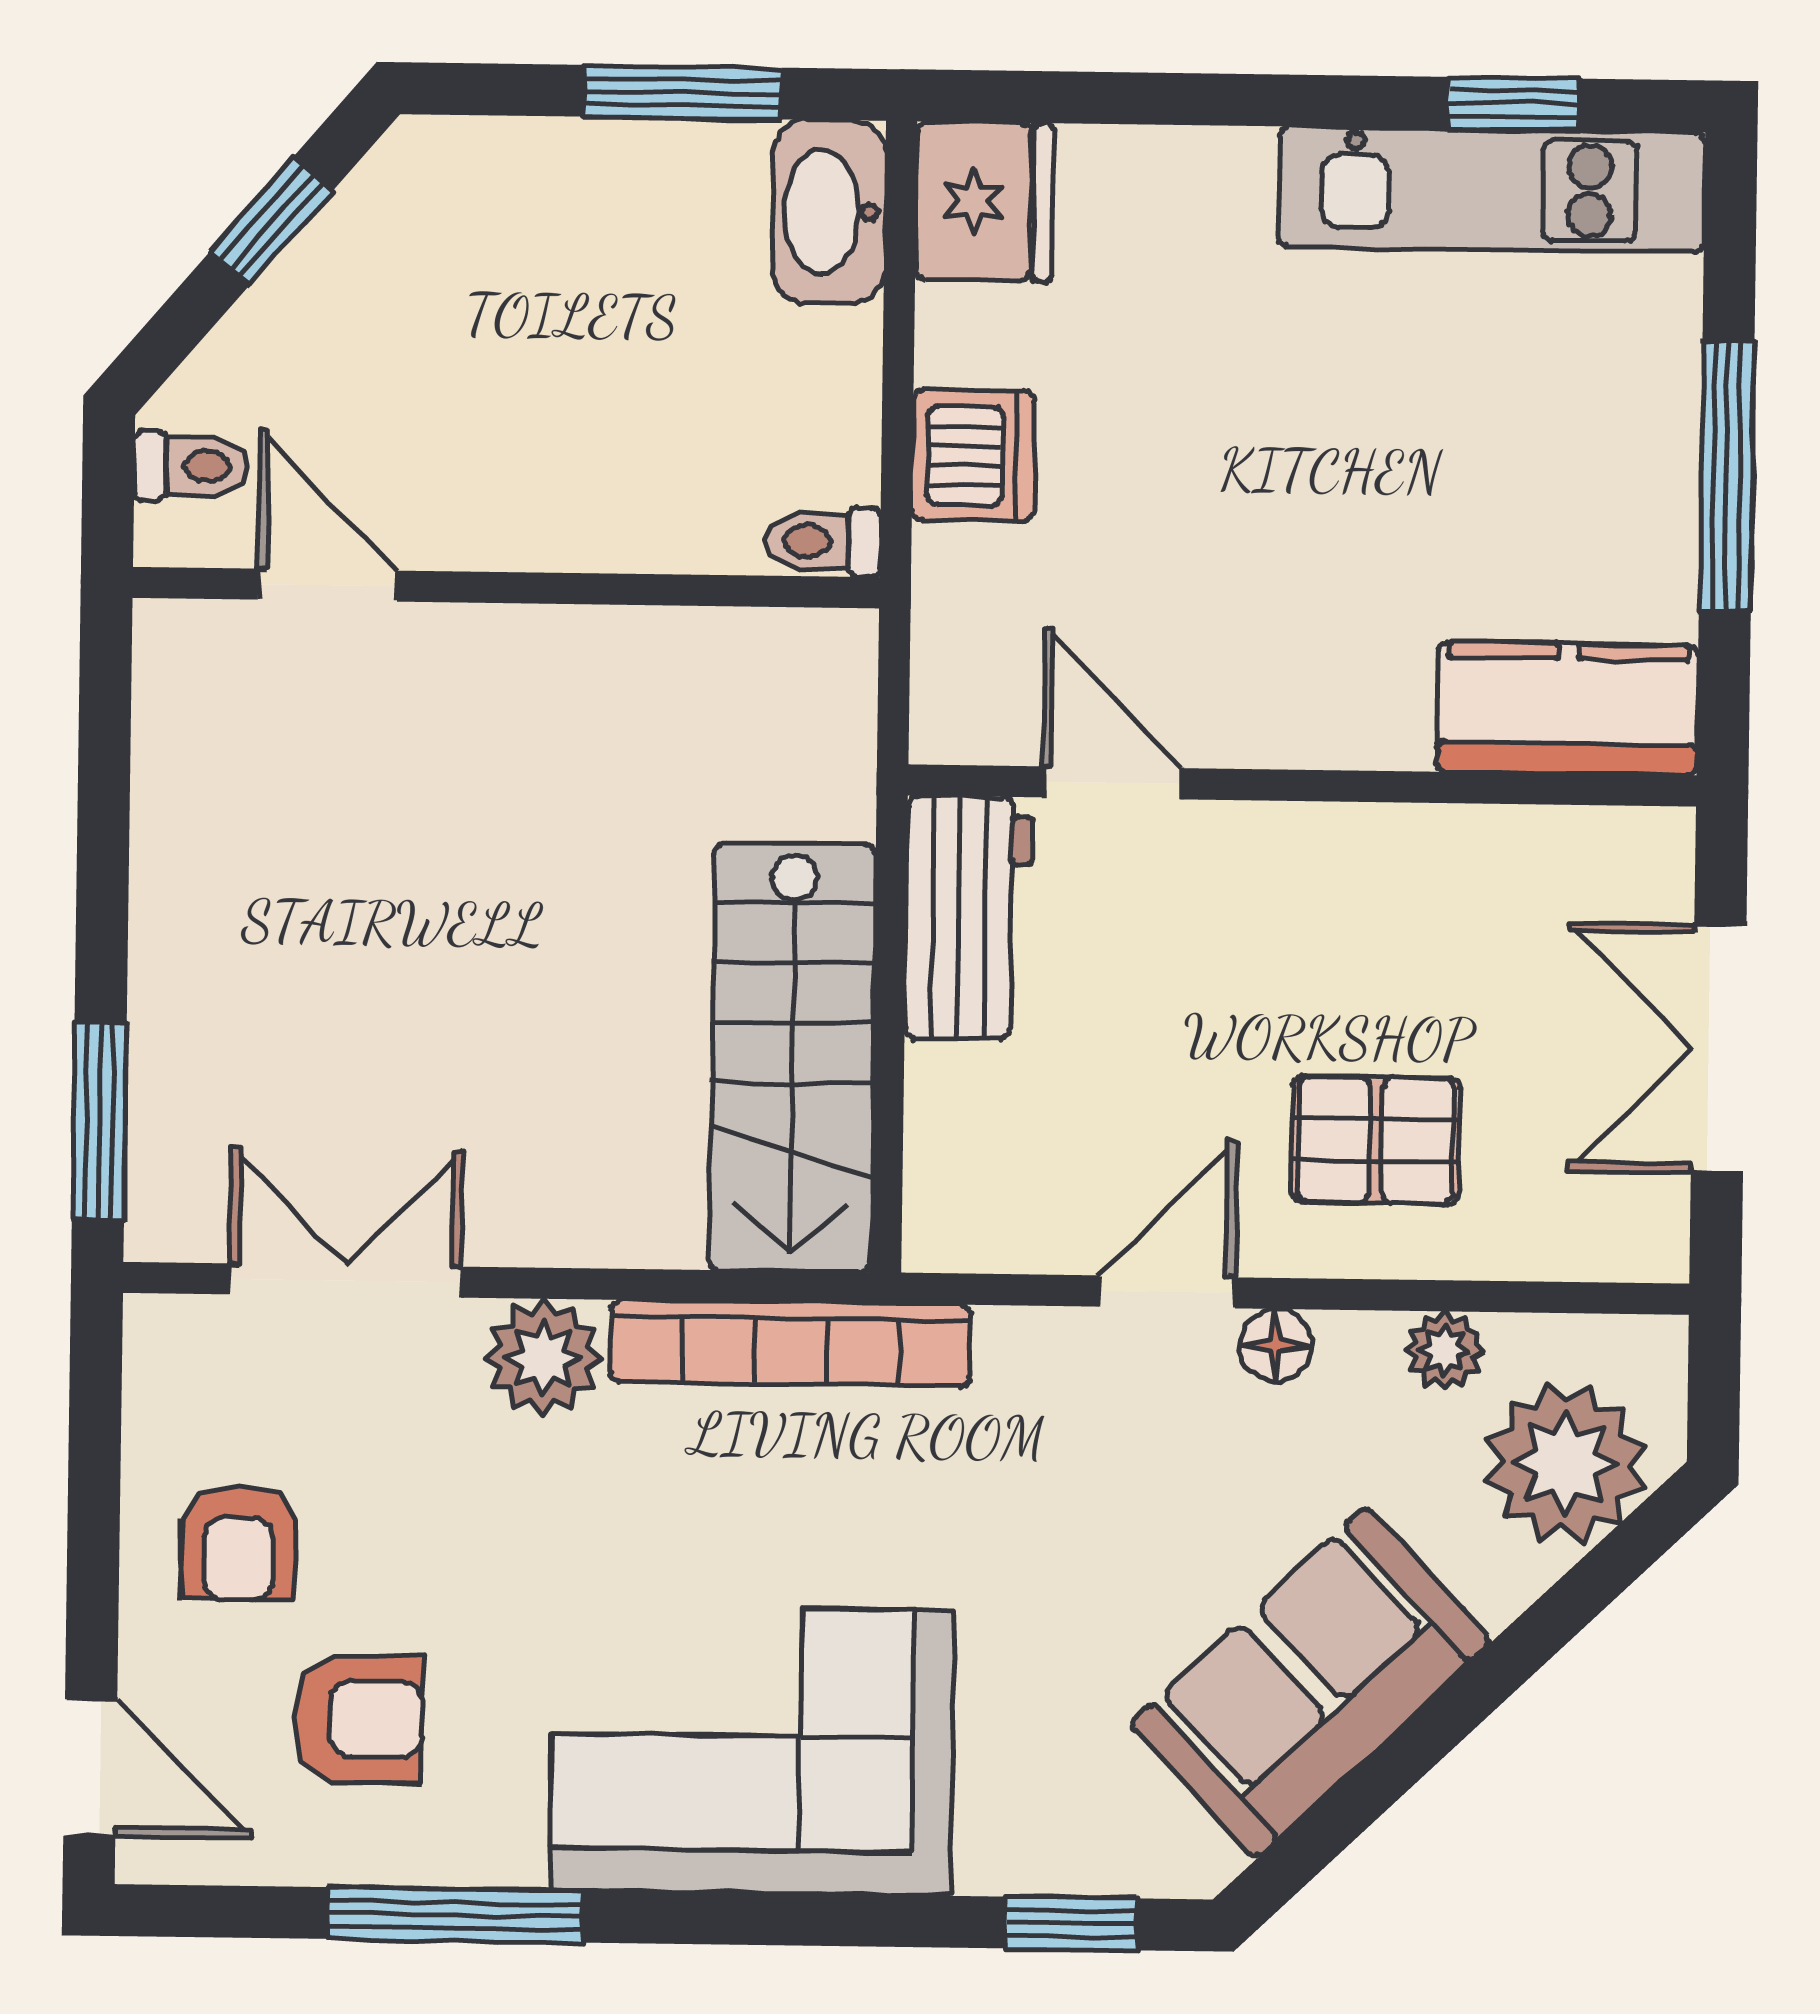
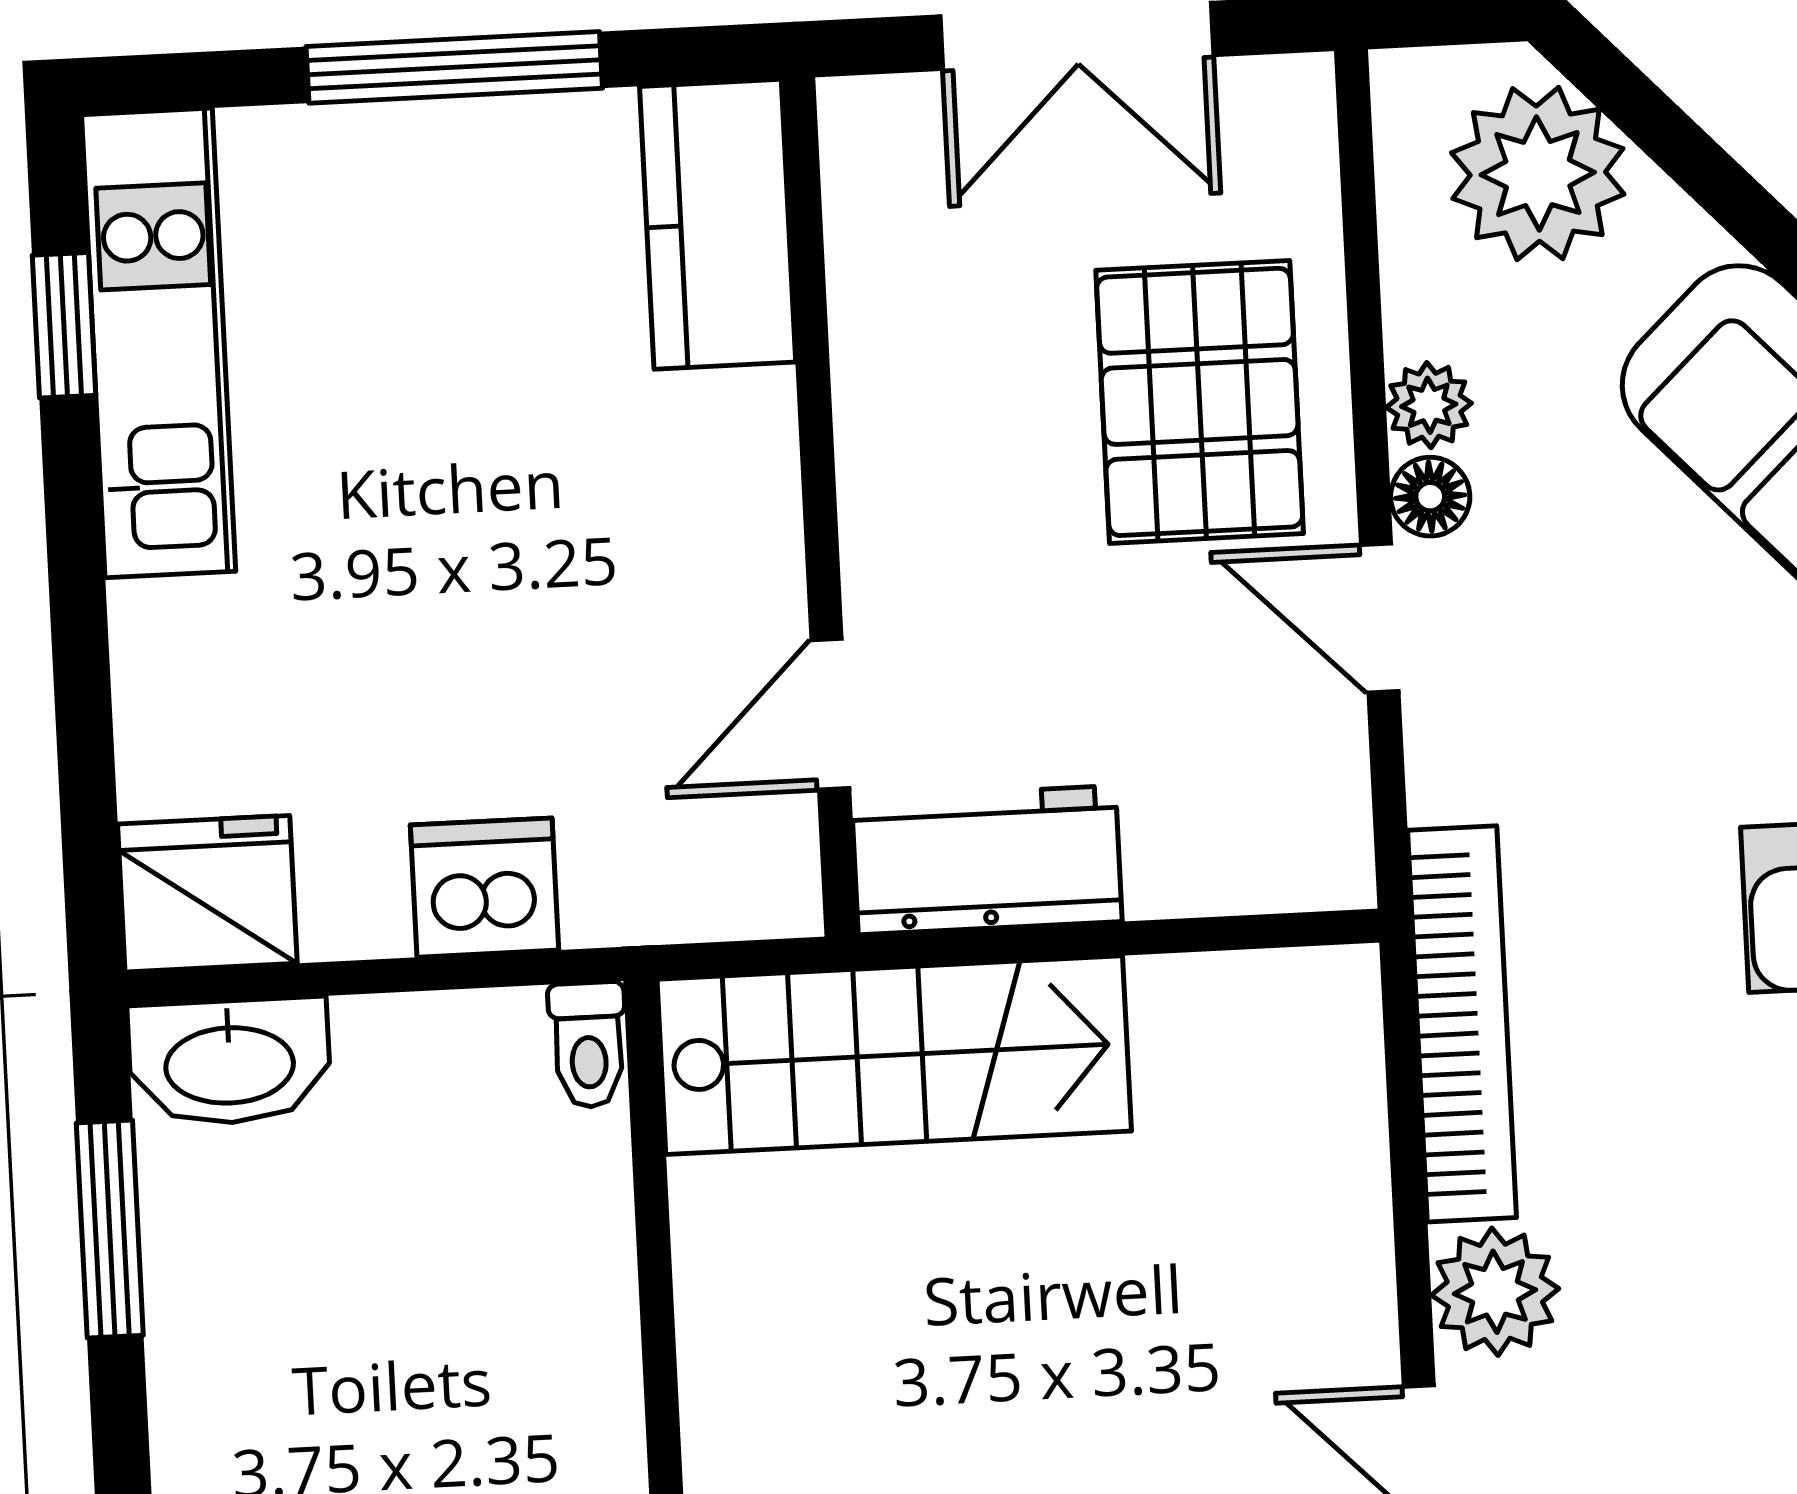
stairs: (792, 1057) -> (894, 1055), moved
pallet: (1376, 1140) -> (1200, 402), width x1.50, depth x1.42
plant: (1445, 1351) -> (1429, 405), moved

